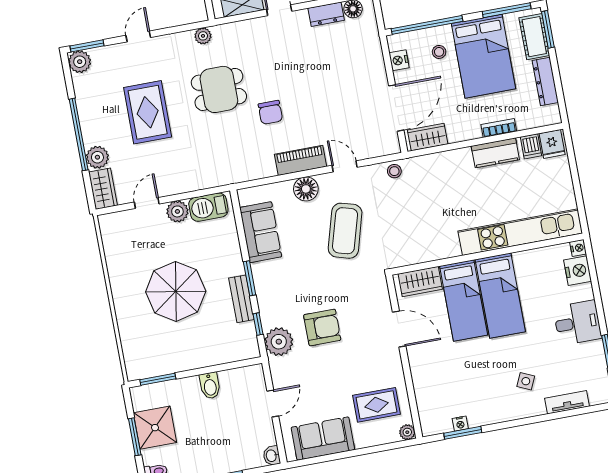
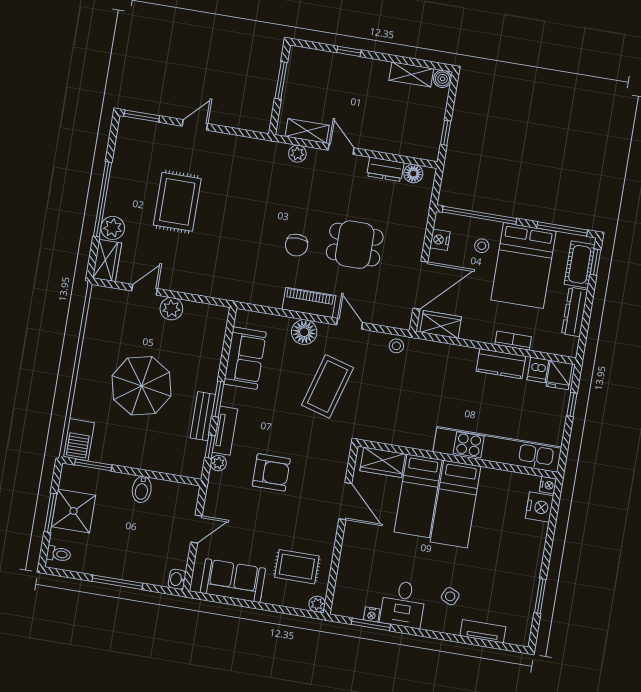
window: (548, 29) -> (595, 262), width x0.67
plant: (203, 36) -> (297, 154), moved
plant: (80, 62) -> (129, 129), removed
dining table: (219, 89) -> (355, 245), moved
window: (573, 167) -> (572, 405), added
barbecue: (208, 207) -> (79, 440), moved, turned -90
tv unit: (266, 305) -> (225, 431), added
desk: (577, 323) -> (403, 604), moved, turned 90
plant: (279, 342) -> (218, 463), width x0.53, depth x0.53

